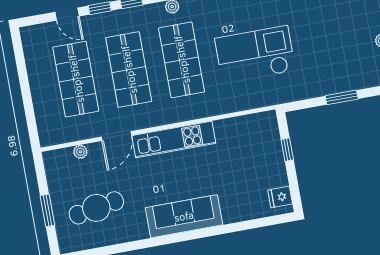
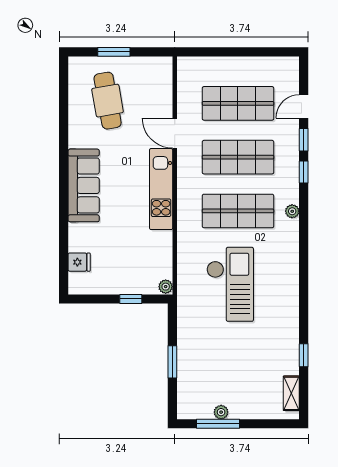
plant: (80, 152) -> (166, 287), moved
fridge: (280, 197) -> (79, 262), moved, turned 90

